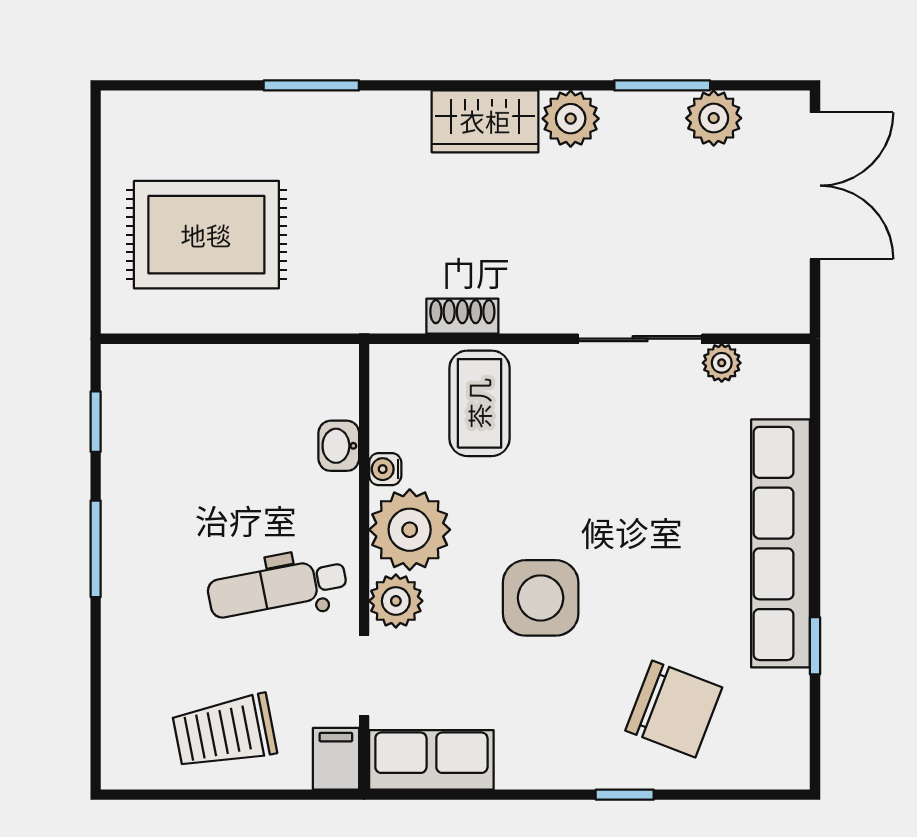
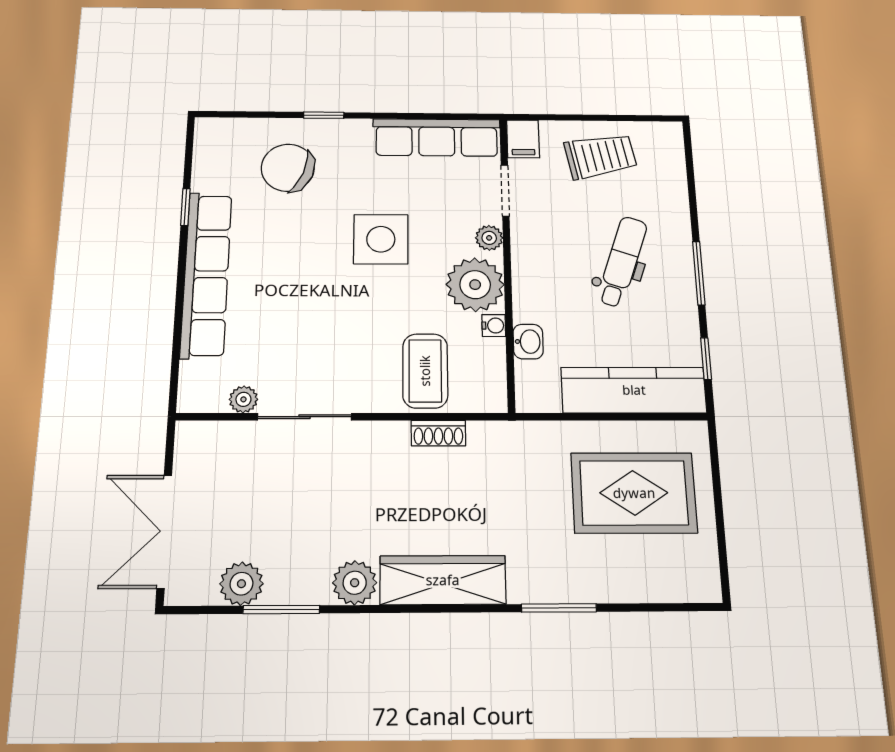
wardrobe: (485, 121) -> (443, 580), width x1.50
kitchen counter: (198, 376) -> (634, 390), added
dental chair: (277, 588) -> (622, 262), moved, turned -60
plant: (396, 601) -> (489, 238), width x0.73, depth x0.73
row of seats: (431, 760) -> (437, 137), width x1.48

